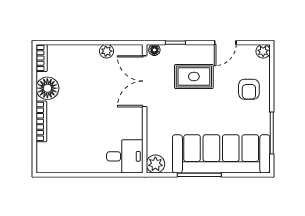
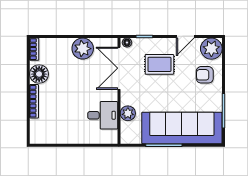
plant: (107, 51) -> (83, 49), width x1.88, depth x1.88
plant: (263, 51) -> (211, 49), width x1.87, depth x1.87
armchair: (249, 89) -> (205, 75), turned 90
desk: (125, 156) -> (103, 115), moved
plant: (155, 164) -> (128, 113), moved

